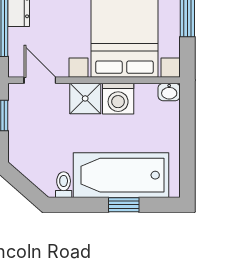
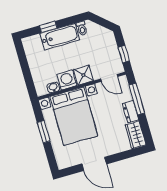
washbasin: (169, 92) -> (53, 87), moved
bathtub: (121, 175) -> (60, 37), width x0.73, depth x0.73

